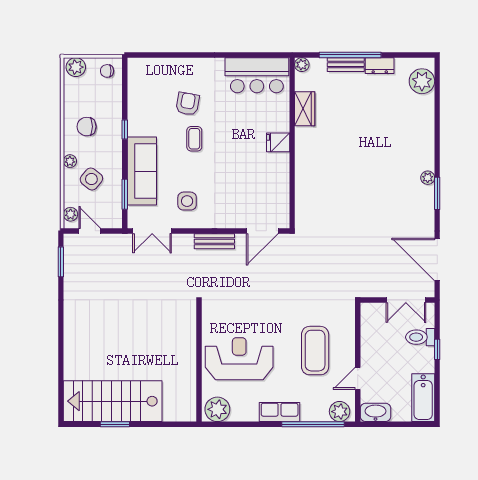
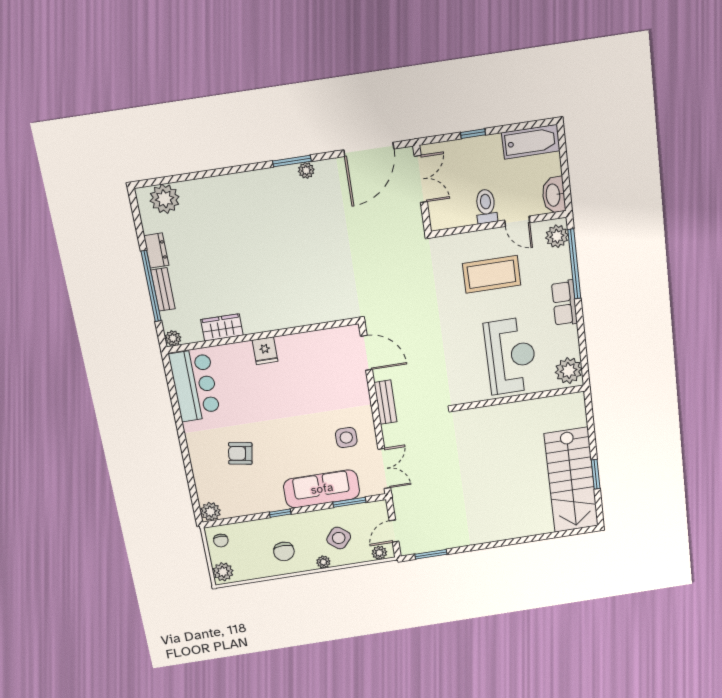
plant: (137, 67) -> (210, 512), added
coffee table: (194, 139) -> (277, 440), removed
plant: (428, 178) -> (306, 170), moved
toilet: (420, 337) -> (486, 206), moved, turned 180
reception desk: (239, 359) -> (511, 356), turned 180

